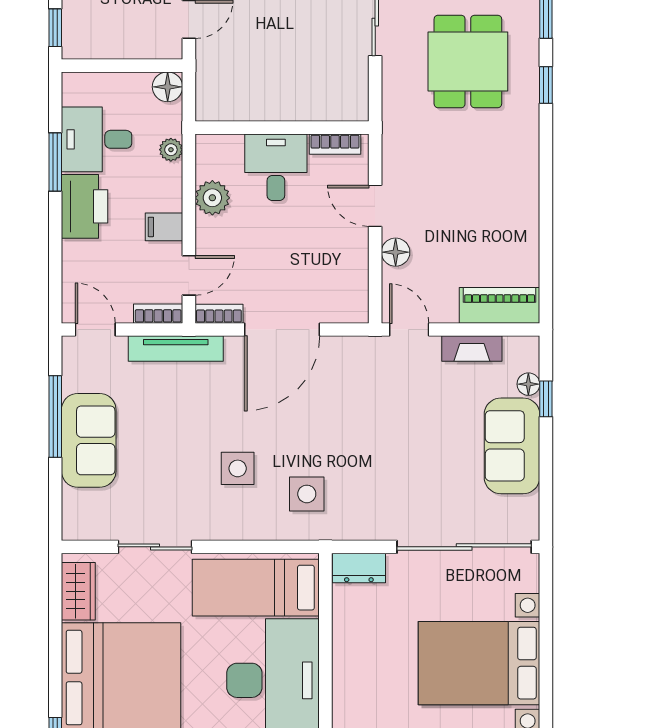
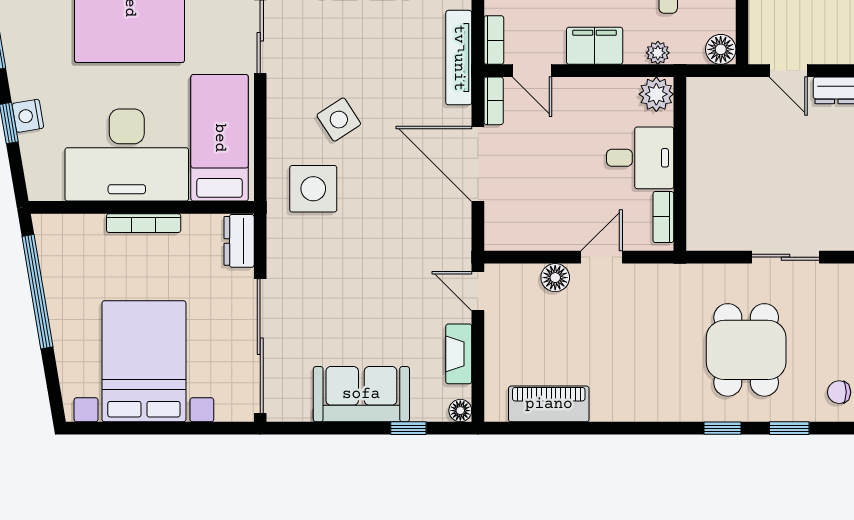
dining table: (468, 61) -> (746, 350), turned 90
plant: (212, 198) -> (656, 94), moved
filing cabinet: (164, 227) -> (595, 46), width x2.00
piano: (500, 305) -> (549, 404), moved, turned -90
door: (409, 330) -> (478, 291), swing flipped
floor lamp: (528, 384) -> (460, 411), moved
side table: (238, 468) -> (339, 120), turned -33
side table: (307, 494) -> (313, 189), width x1.37, depth x1.37
bookcase: (341, 663) -> (144, 223), added

